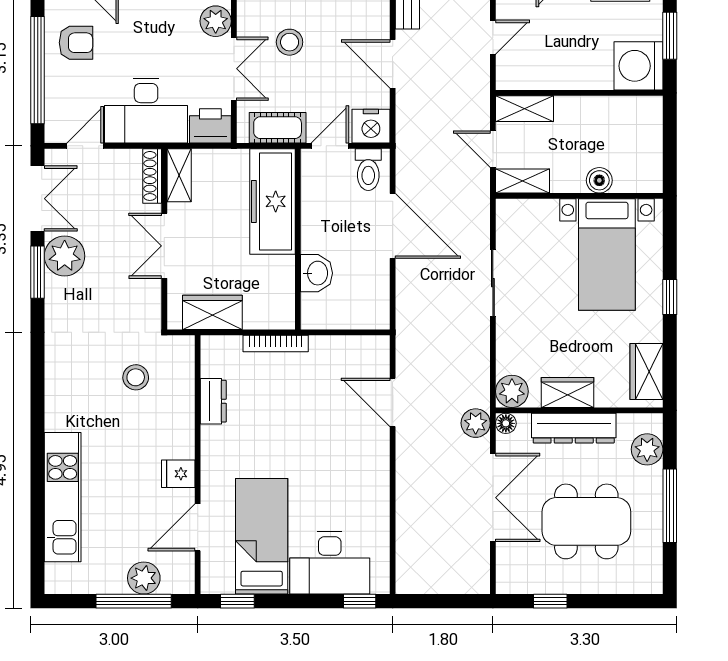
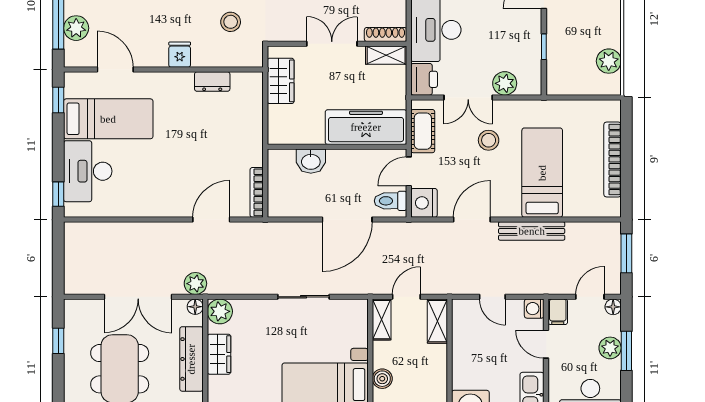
door: (330, 146) -> (409, 171), swing flipped
bookcase: (276, 344) -> (257, 192), moved
fridge: (178, 474) -> (180, 55), moved

